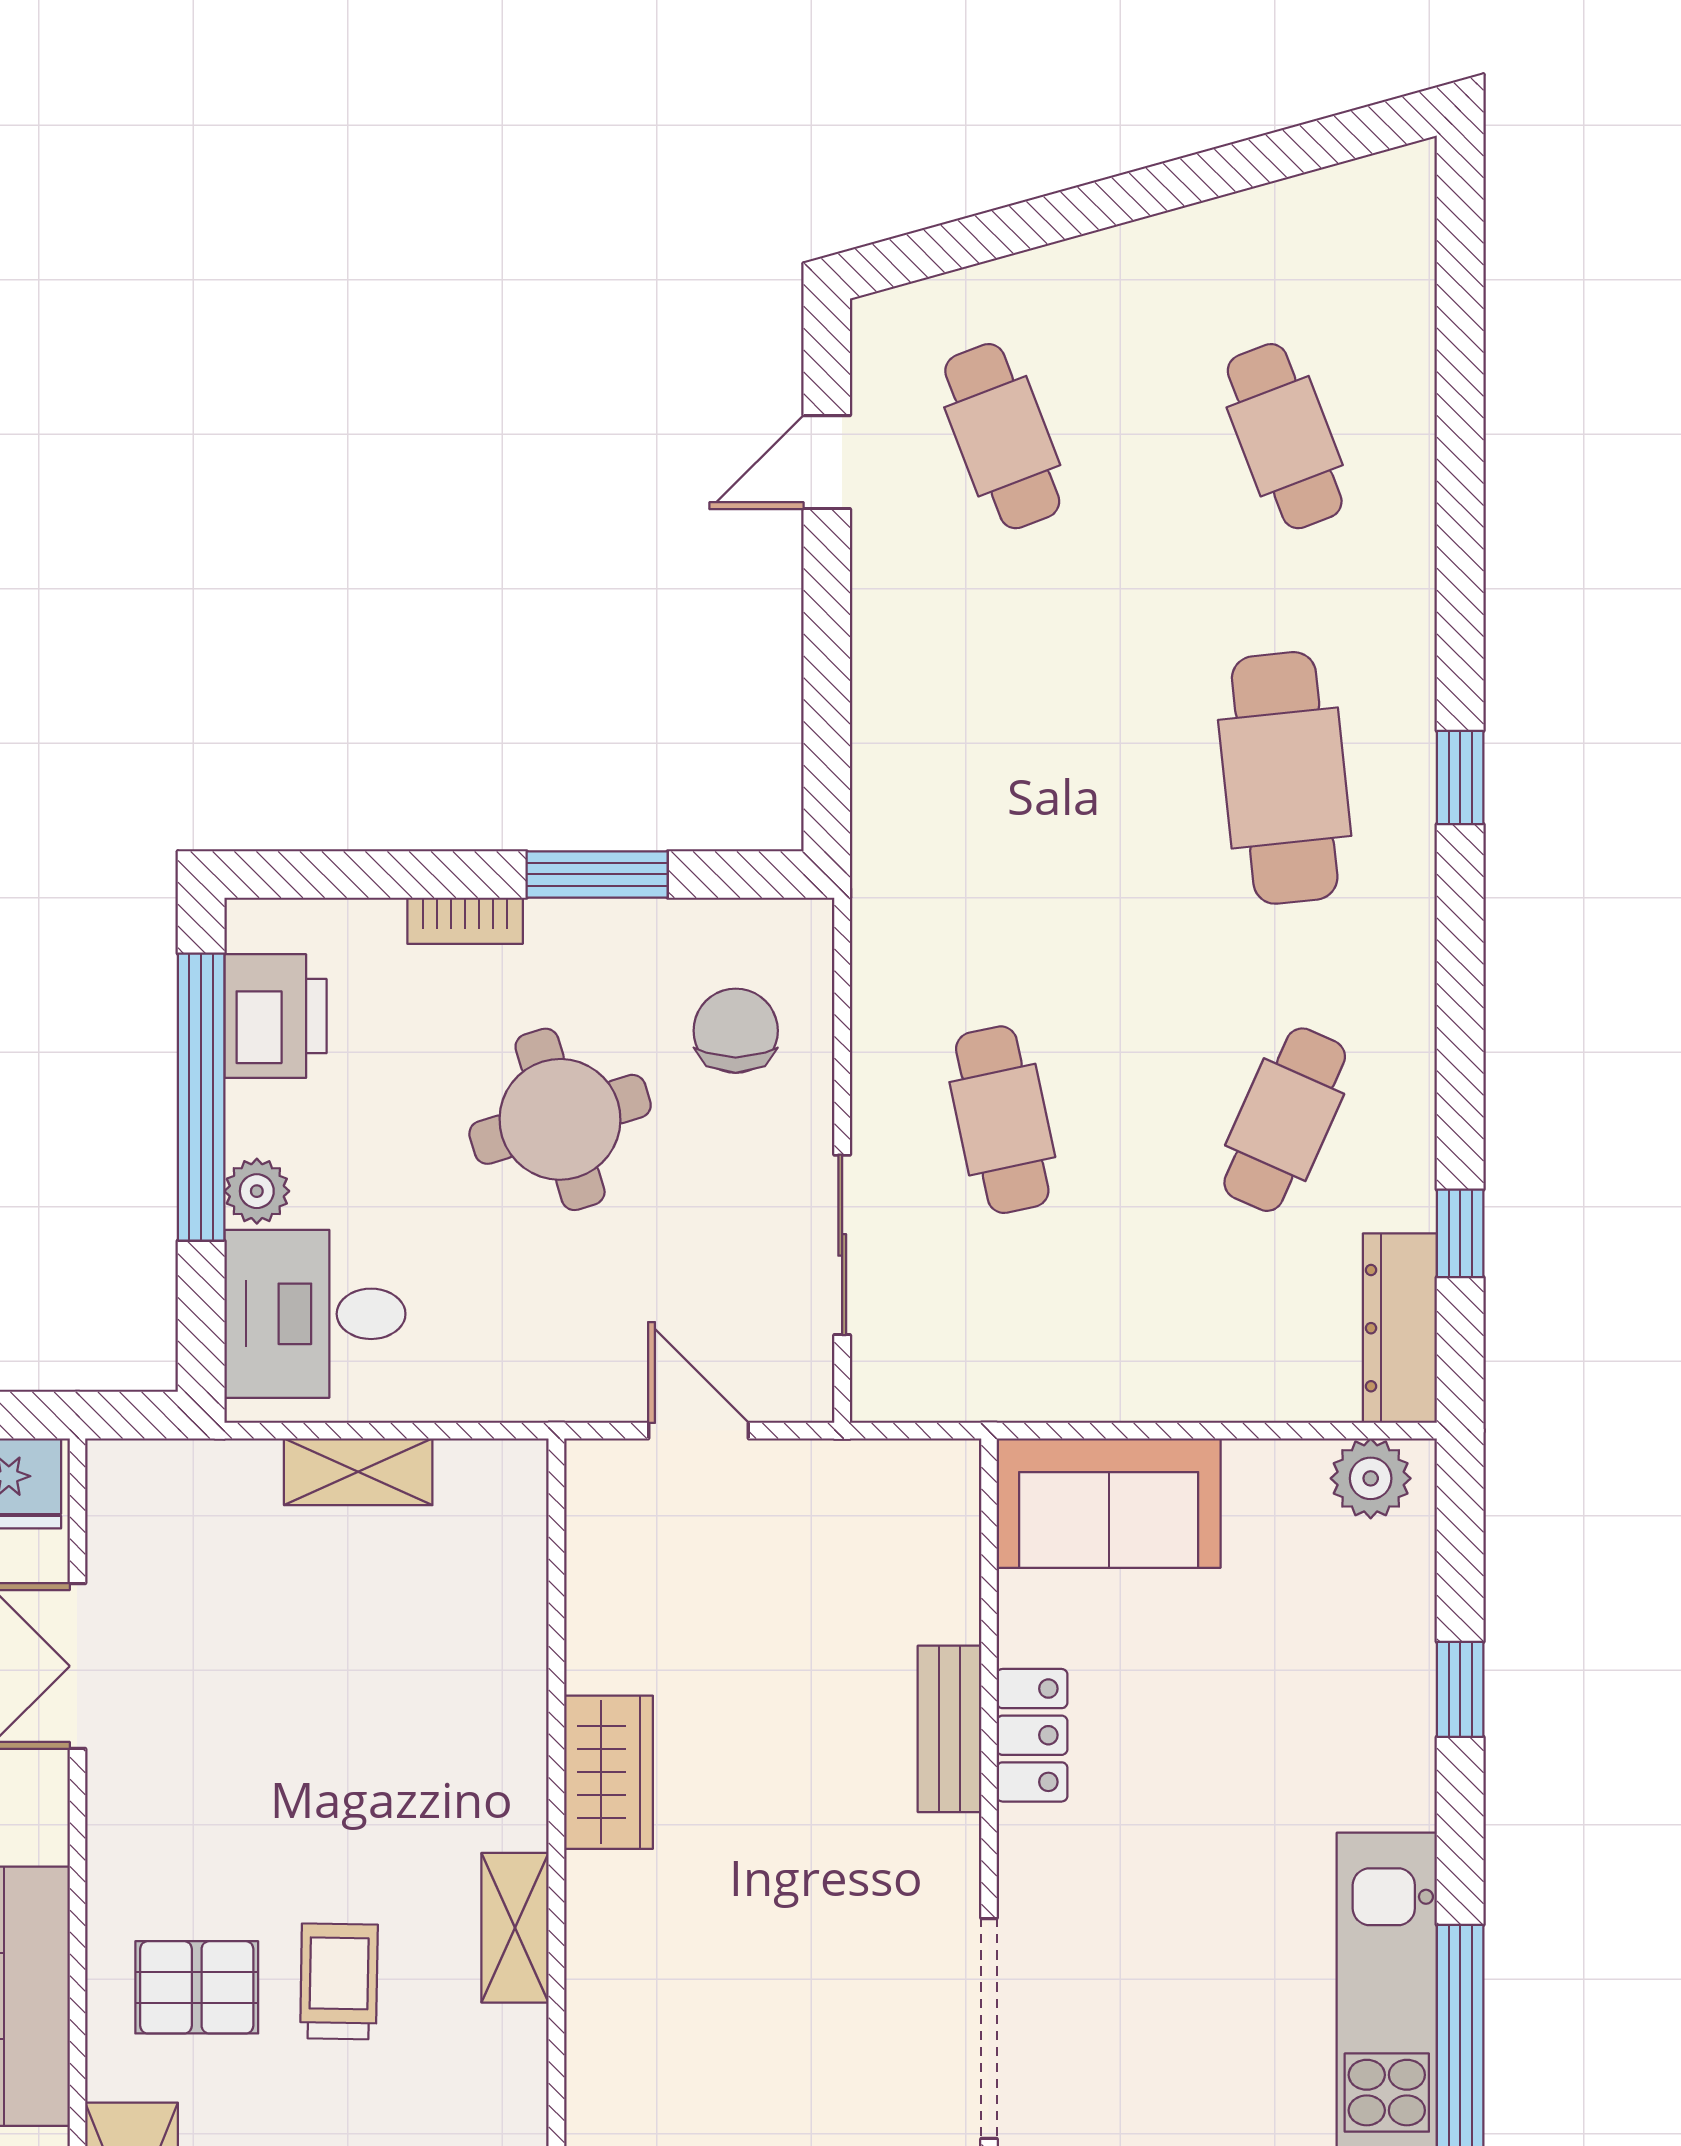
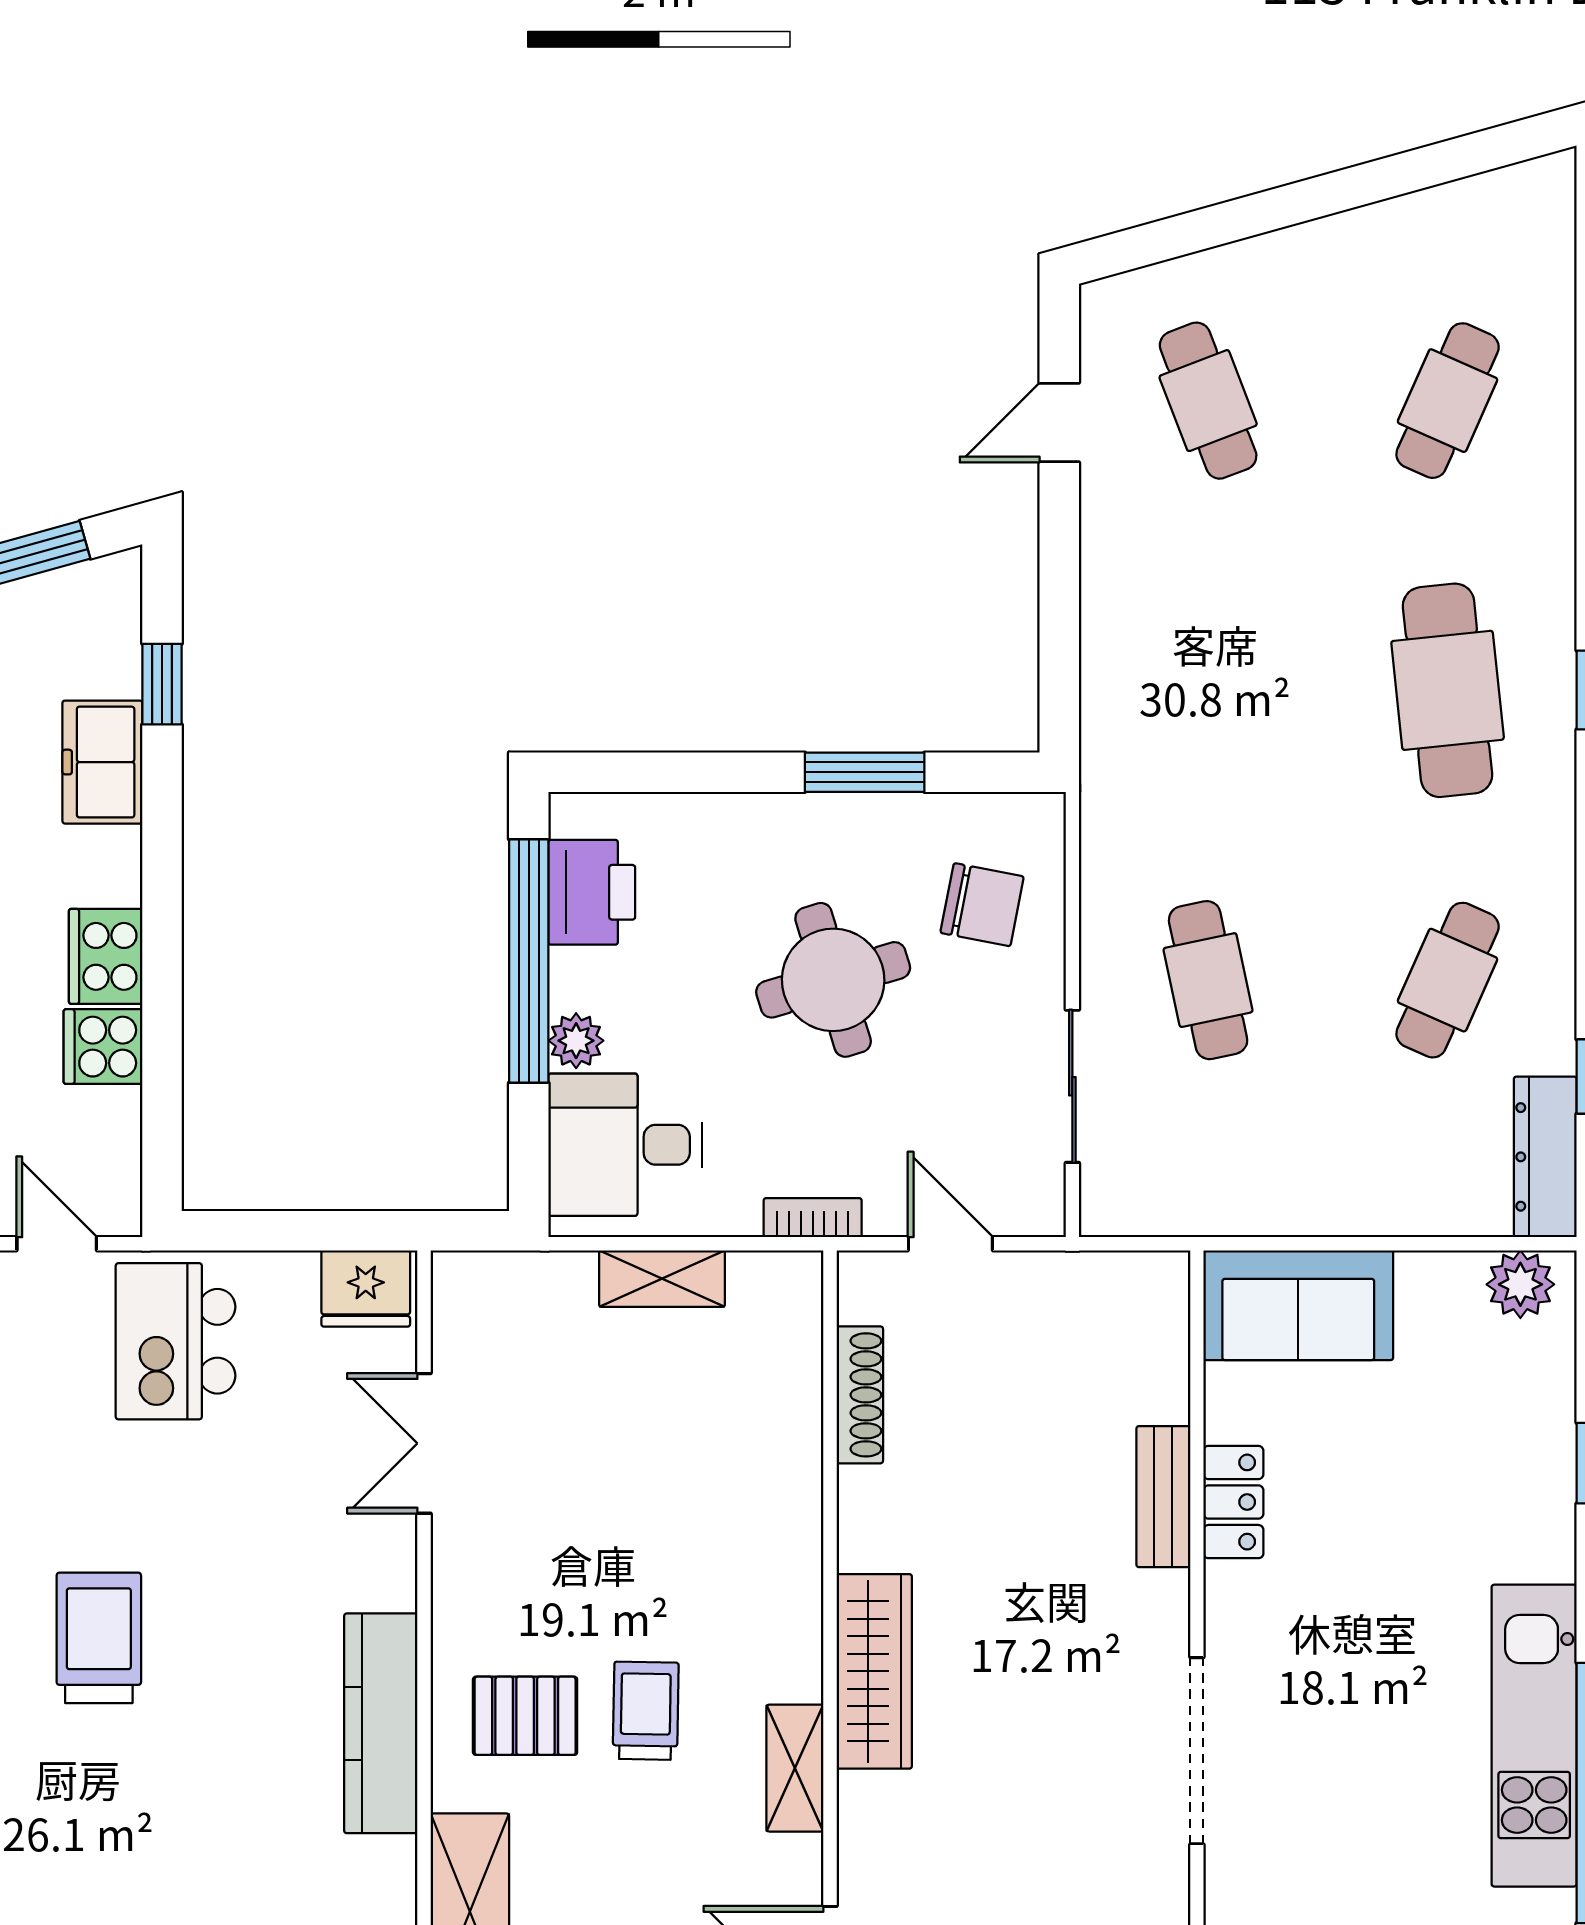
cafe table: (1285, 436) -> (1448, 401), turned 45
bookcase: (465, 921) -> (813, 1218), moved, turned 180
chair: (736, 1031) -> (982, 905), turned 101
shoe rack: (592, 1609) -> (860, 1395), added
wardrobe: (609, 1772) -> (874, 1671), moved, width x1.50
shelving: (515, 1928) -> (795, 1768), moved

